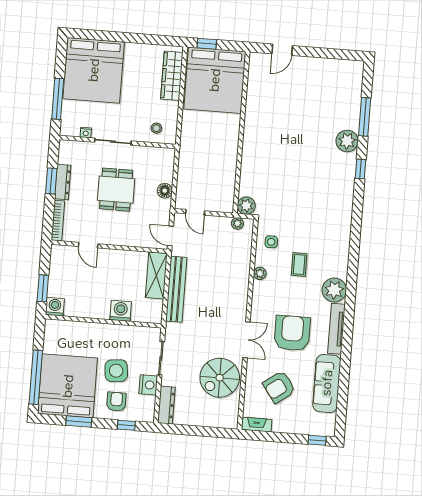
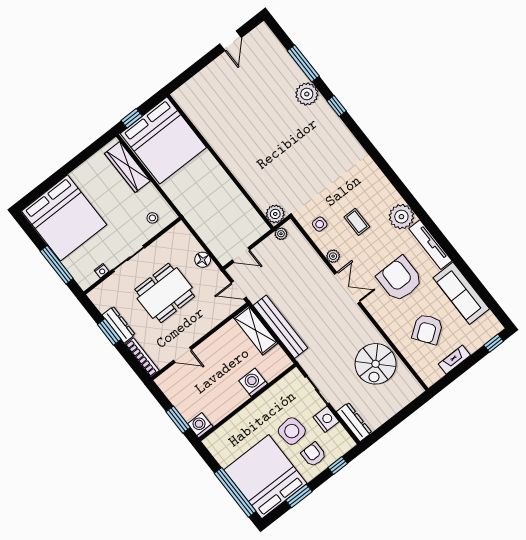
door: (282, 50) -> (230, 41), moved
dining table: (116, 190) -> (165, 293), width x1.37
double door: (246, 340) -> (347, 288), moved
fireplace: (257, 425) -> (454, 360), moved

